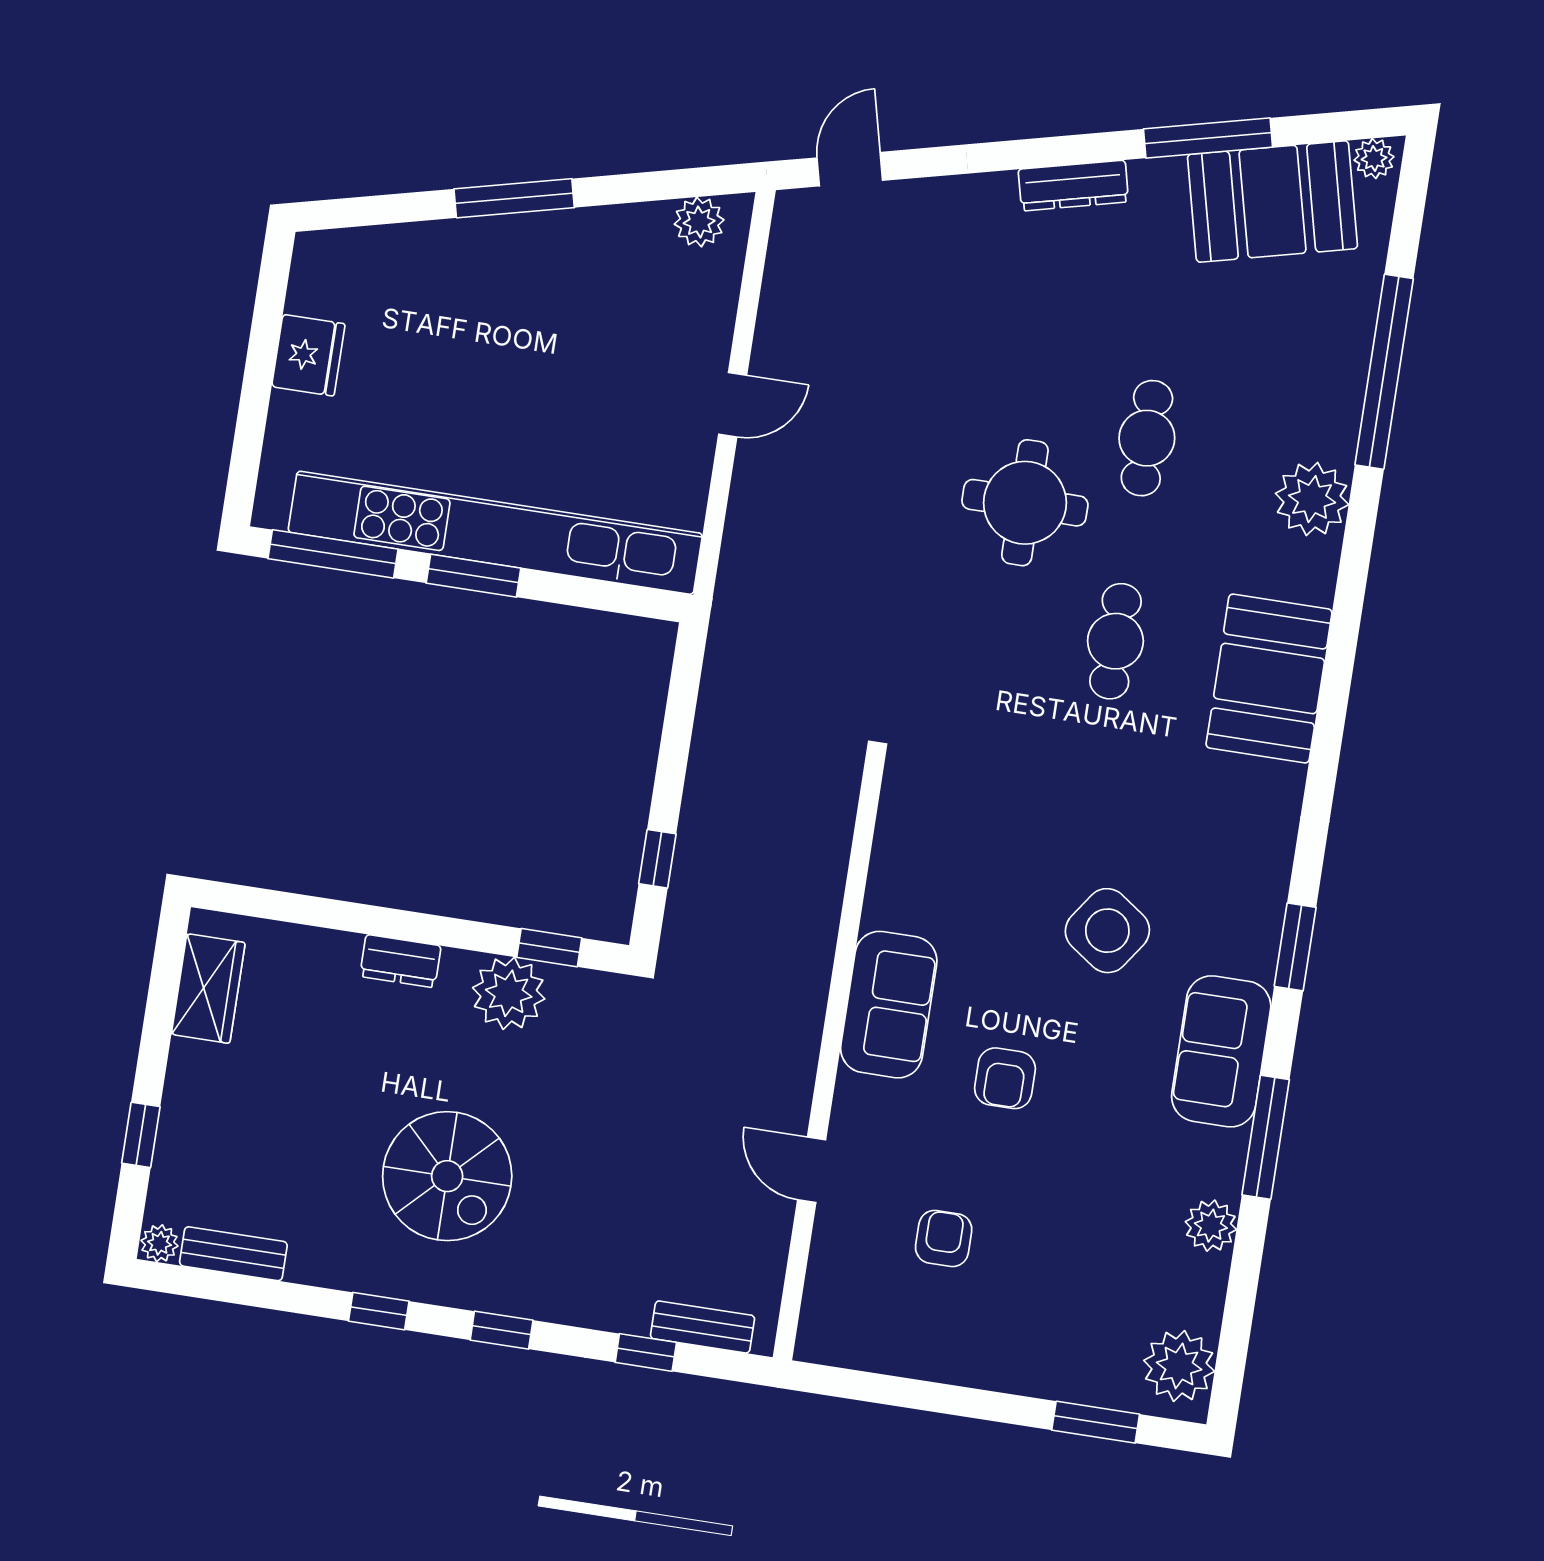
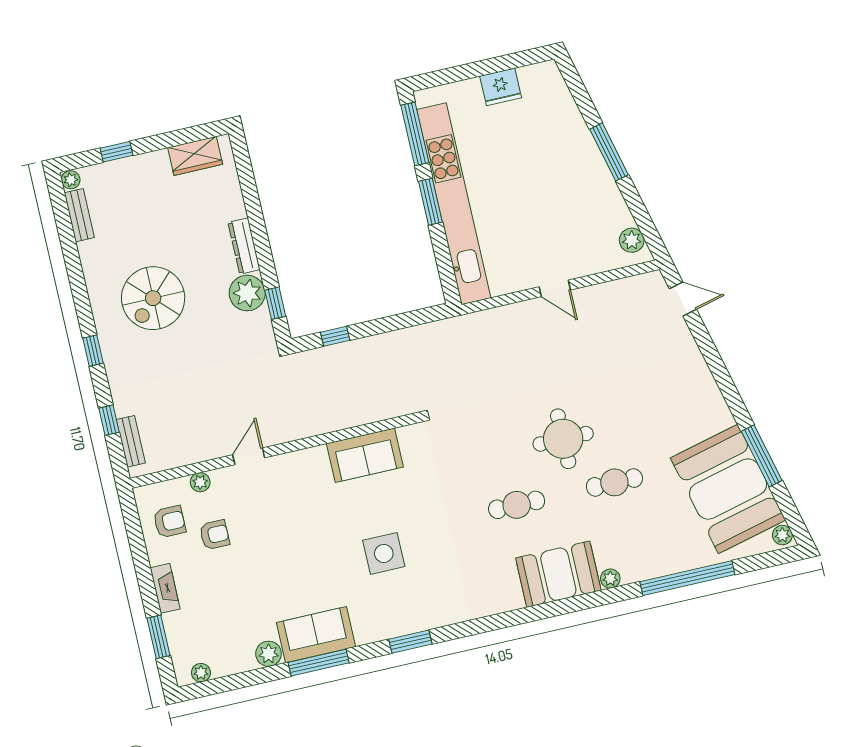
dresser: (1073, 186) -> (716, 403), removed
booth: (1272, 202) -> (728, 489), width x1.36, depth x1.42
plant: (1312, 499) -> (610, 579), width x0.53, depth x0.53
booth: (1269, 679) -> (558, 574), moved
side table: (1107, 931) -> (384, 553), turned -35
dresser: (400, 961) -> (244, 246), width x1.44
sofa: (889, 1005) -> (365, 455), moved
sofa: (1221, 1051) -> (316, 635), moved
armchair: (1005, 1078) -> (169, 522), moved, turned 180
door: (812, 1170) -> (249, 456), moved
plant: (833, 1226) -> (200, 482), added
window: (379, 1311) -> (79, 291), removed
plant: (1179, 1366) -> (201, 673), width x0.53, depth x0.53
fireplace: (1008, 1373) -> (165, 588), added

